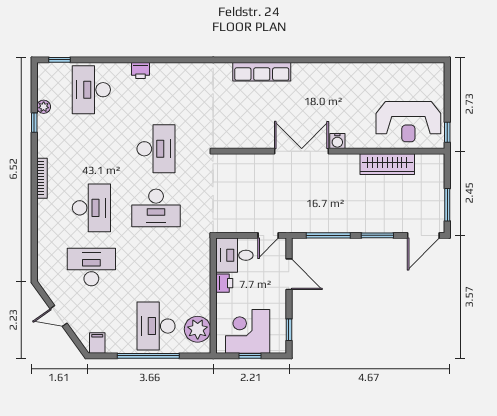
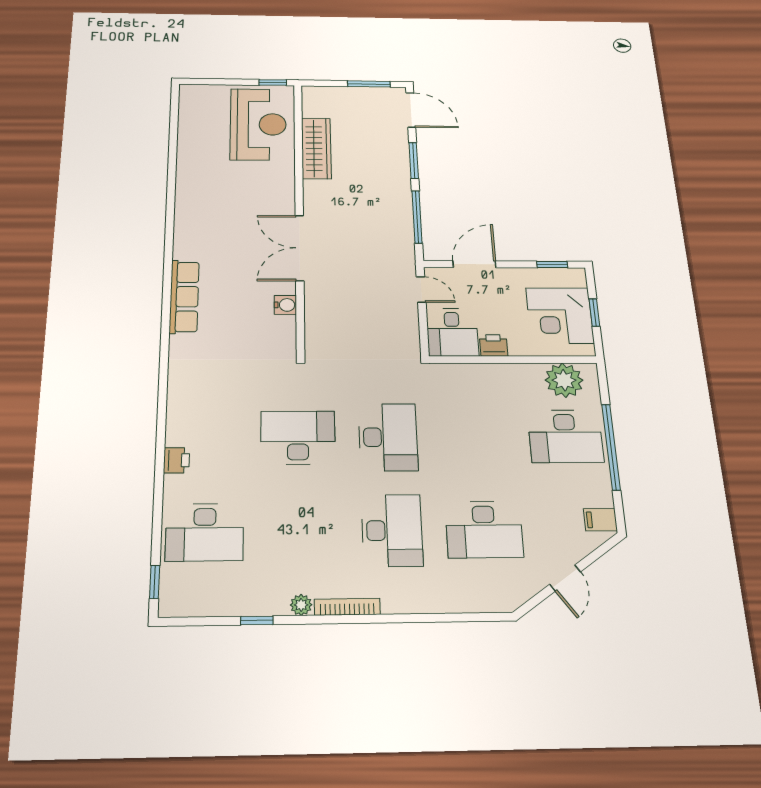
plant: (44, 107) -> (301, 605), moved
water cooler: (337, 141) -> (285, 305), moved
desk: (91, 208) -> (392, 530), turned 90
desk: (91, 267) -> (484, 530), turned -90

